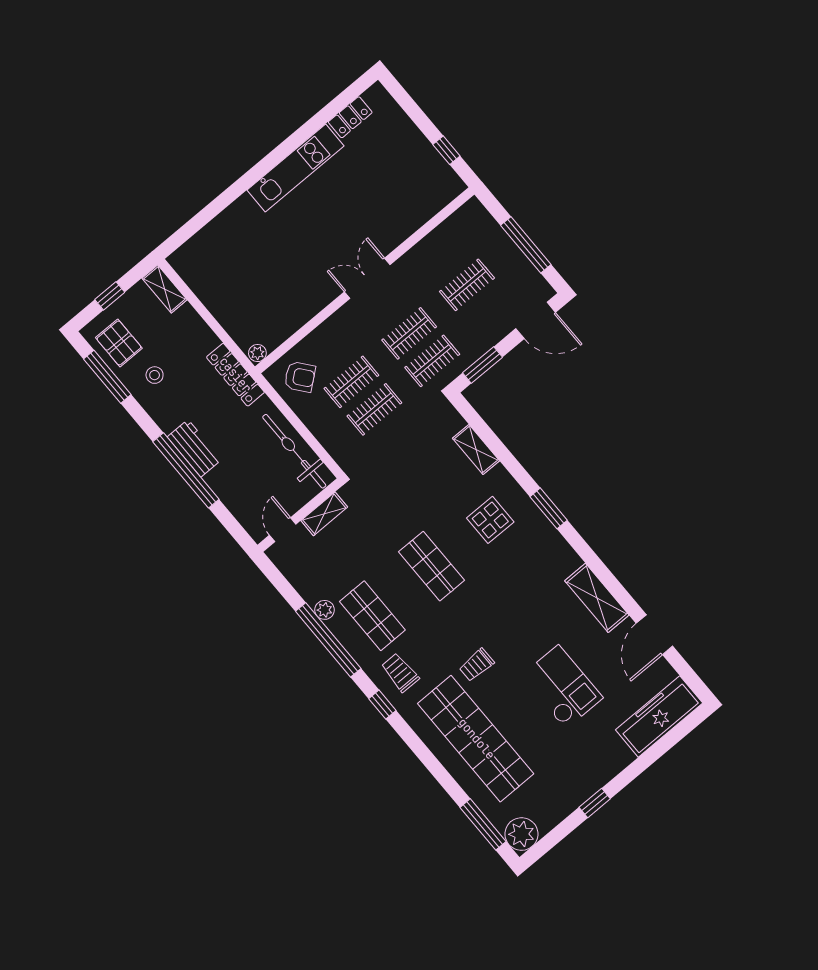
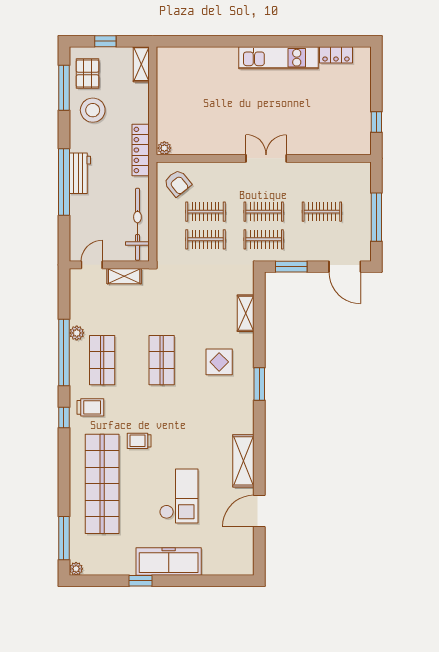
stool: (155, 375) -> (93, 110), width x1.89, depth x1.89
trolley: (400, 673) -> (90, 407), turned 90
freezer: (659, 716) -> (169, 562), moved
plant: (521, 834) -> (76, 569), width x0.53, depth x0.53

